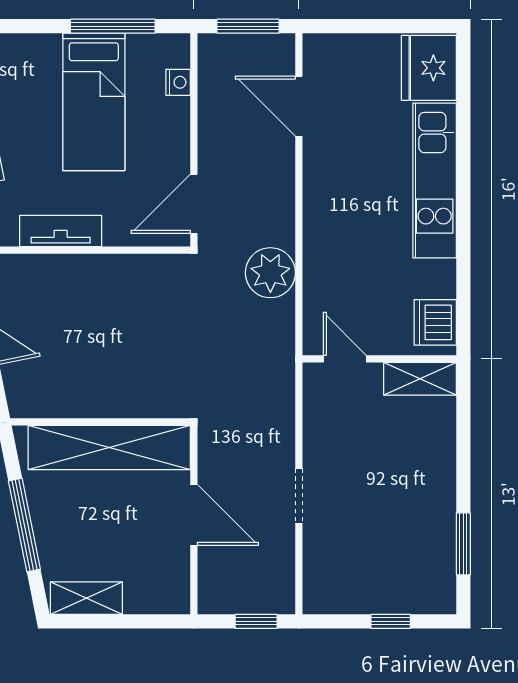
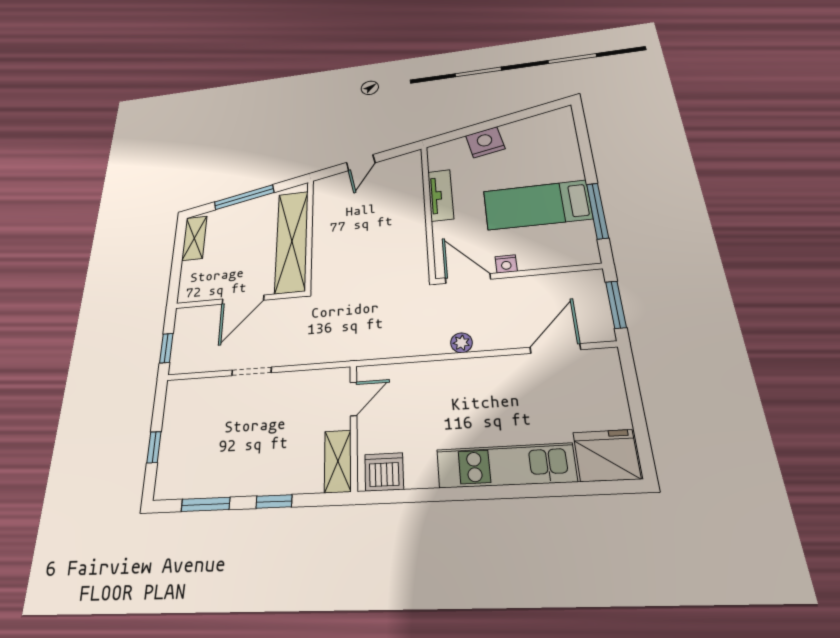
nightstand: (178, 82) -> (506, 264), moved
plant: (270, 273) -> (461, 343), moved, width x0.53, depth x0.53
window: (463, 457) -> (274, 502), added

